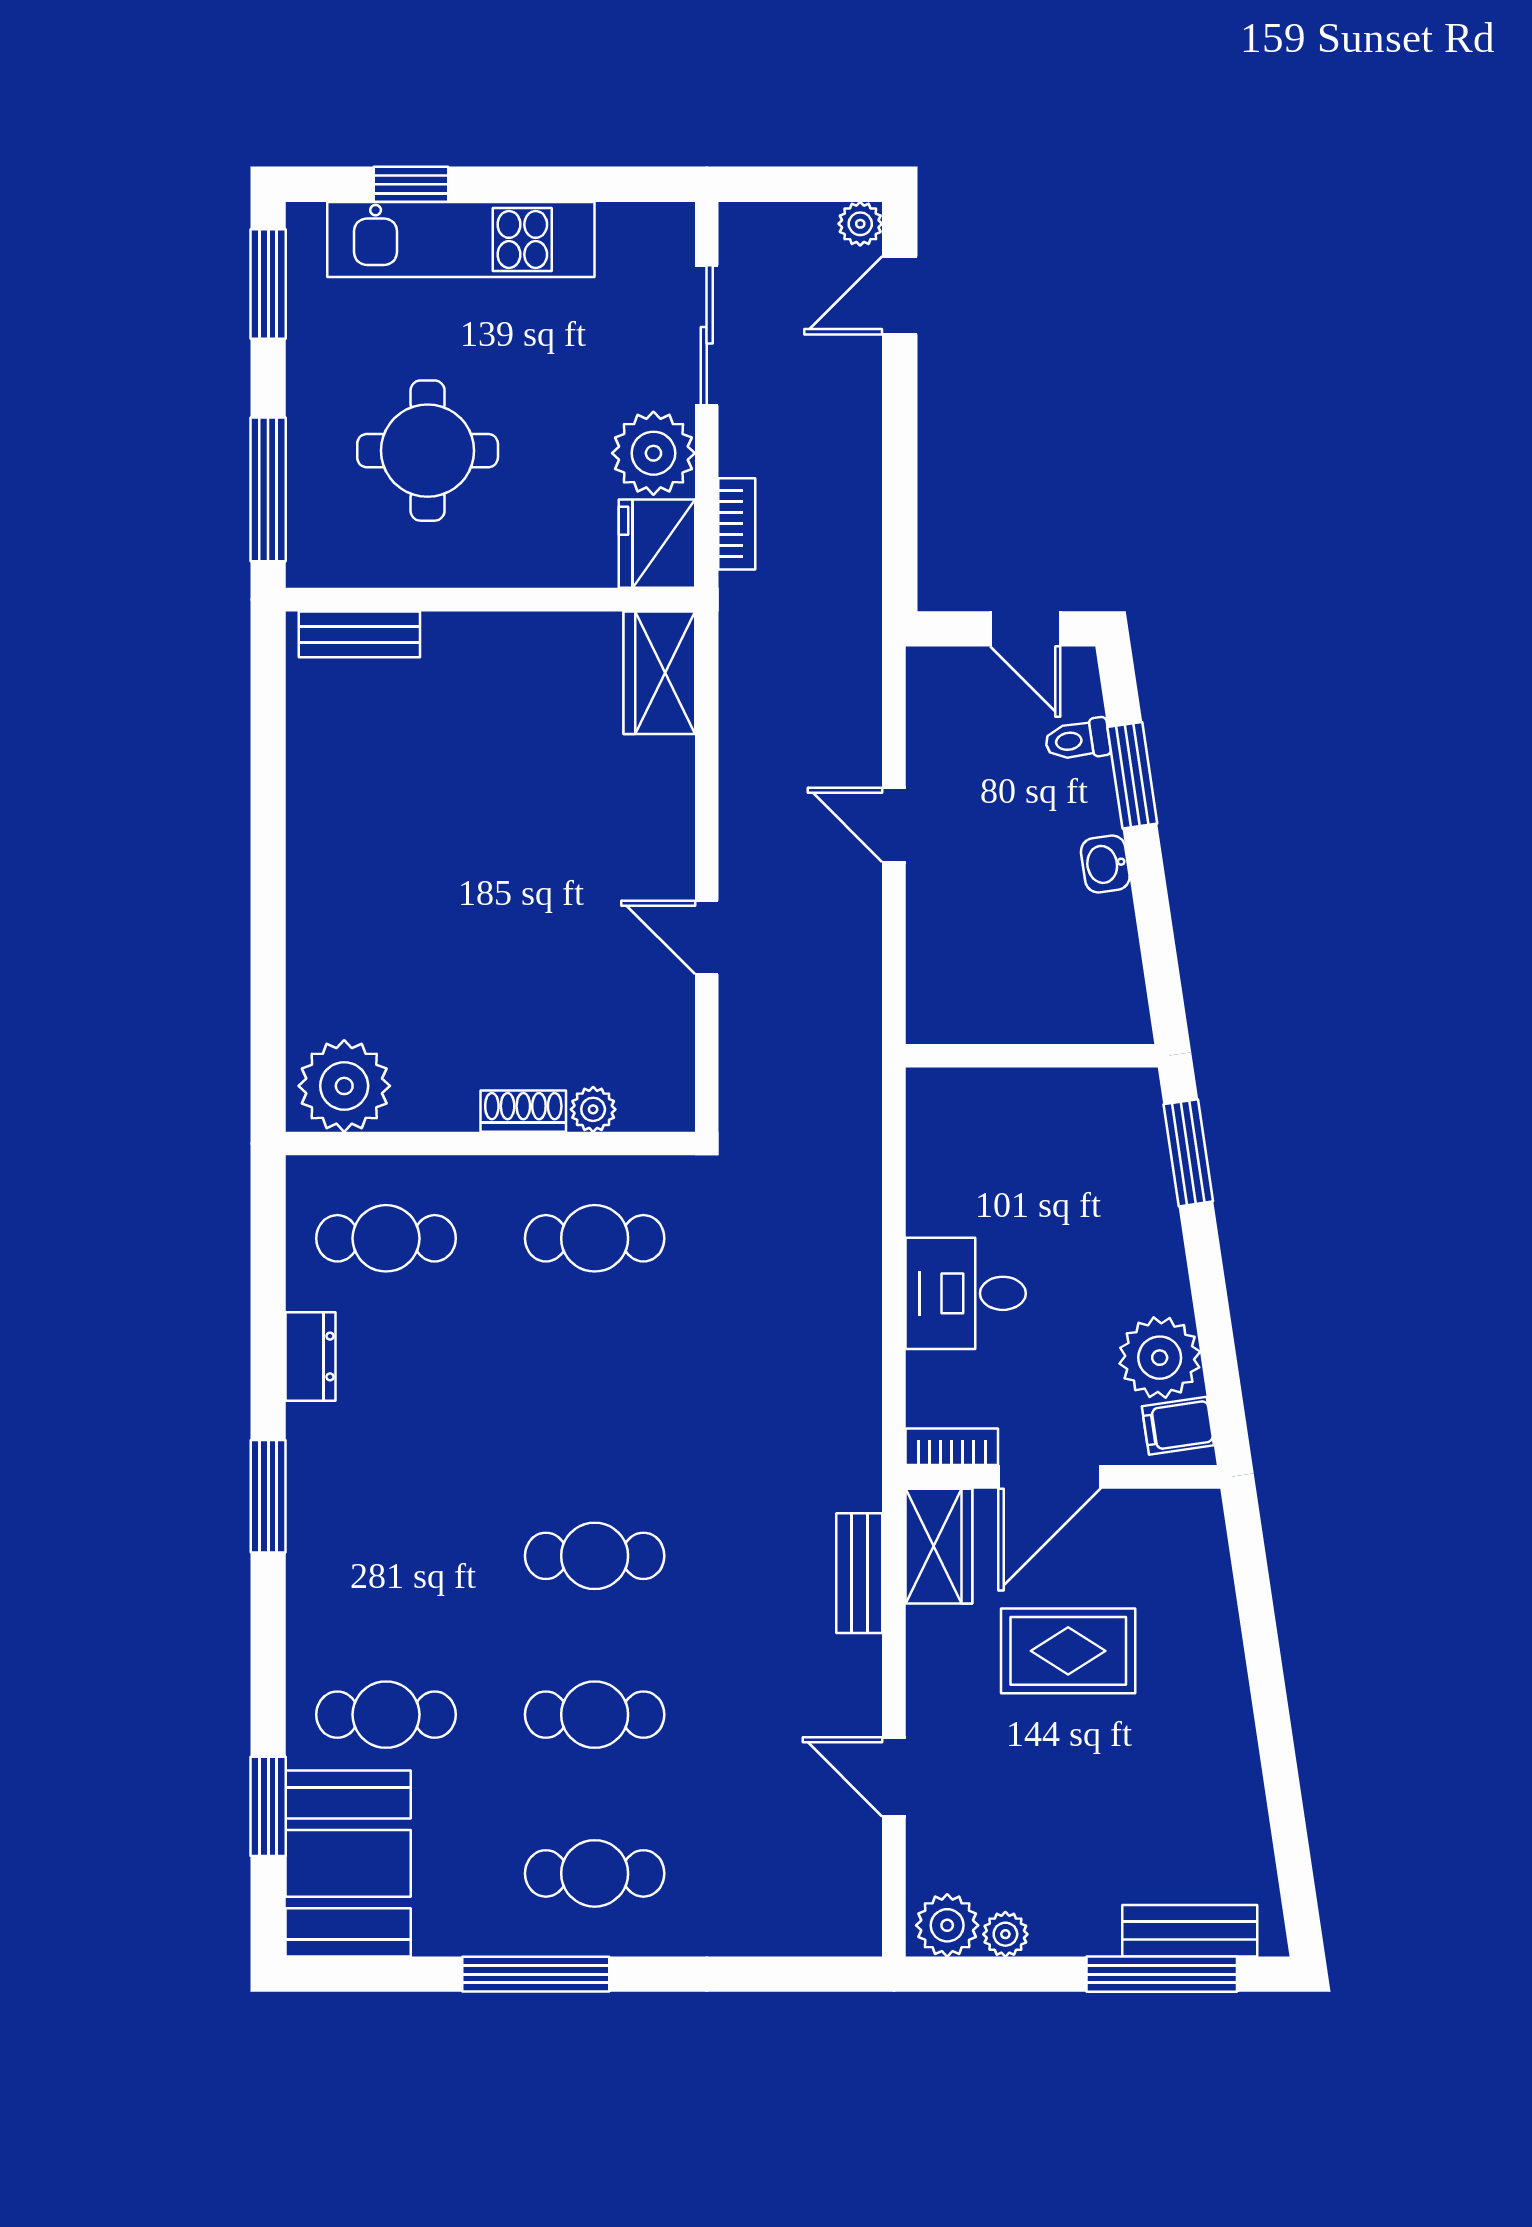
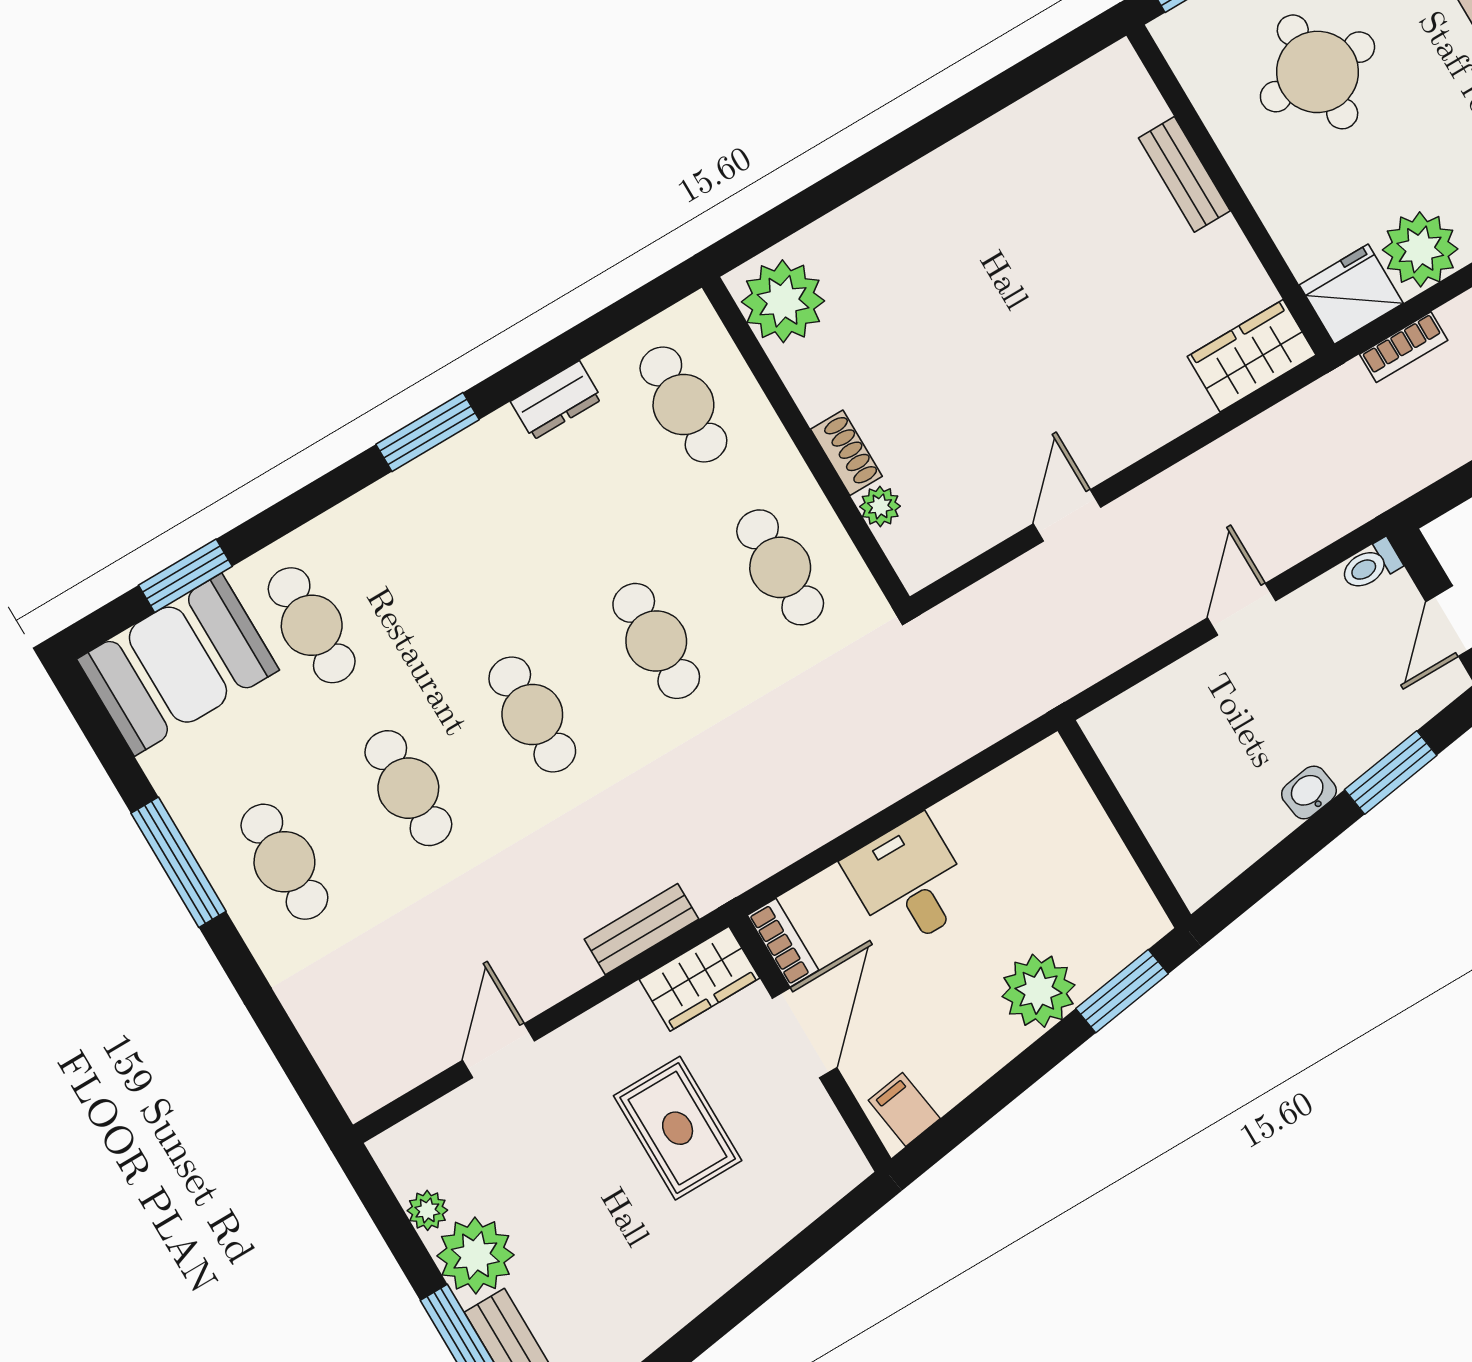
bench: (359, 634) -> (1184, 174), moved
toilet: (1077, 740) -> (1371, 565), moved, turned -82
plant: (1160, 1358) -> (1038, 991), moved
cafe table: (595, 1397) -> (656, 641), added
door: (1049, 1477) -> (805, 1033), swing flipped
plant: (947, 1925) -> (475, 1255), moved, width x1.36, depth x1.36

